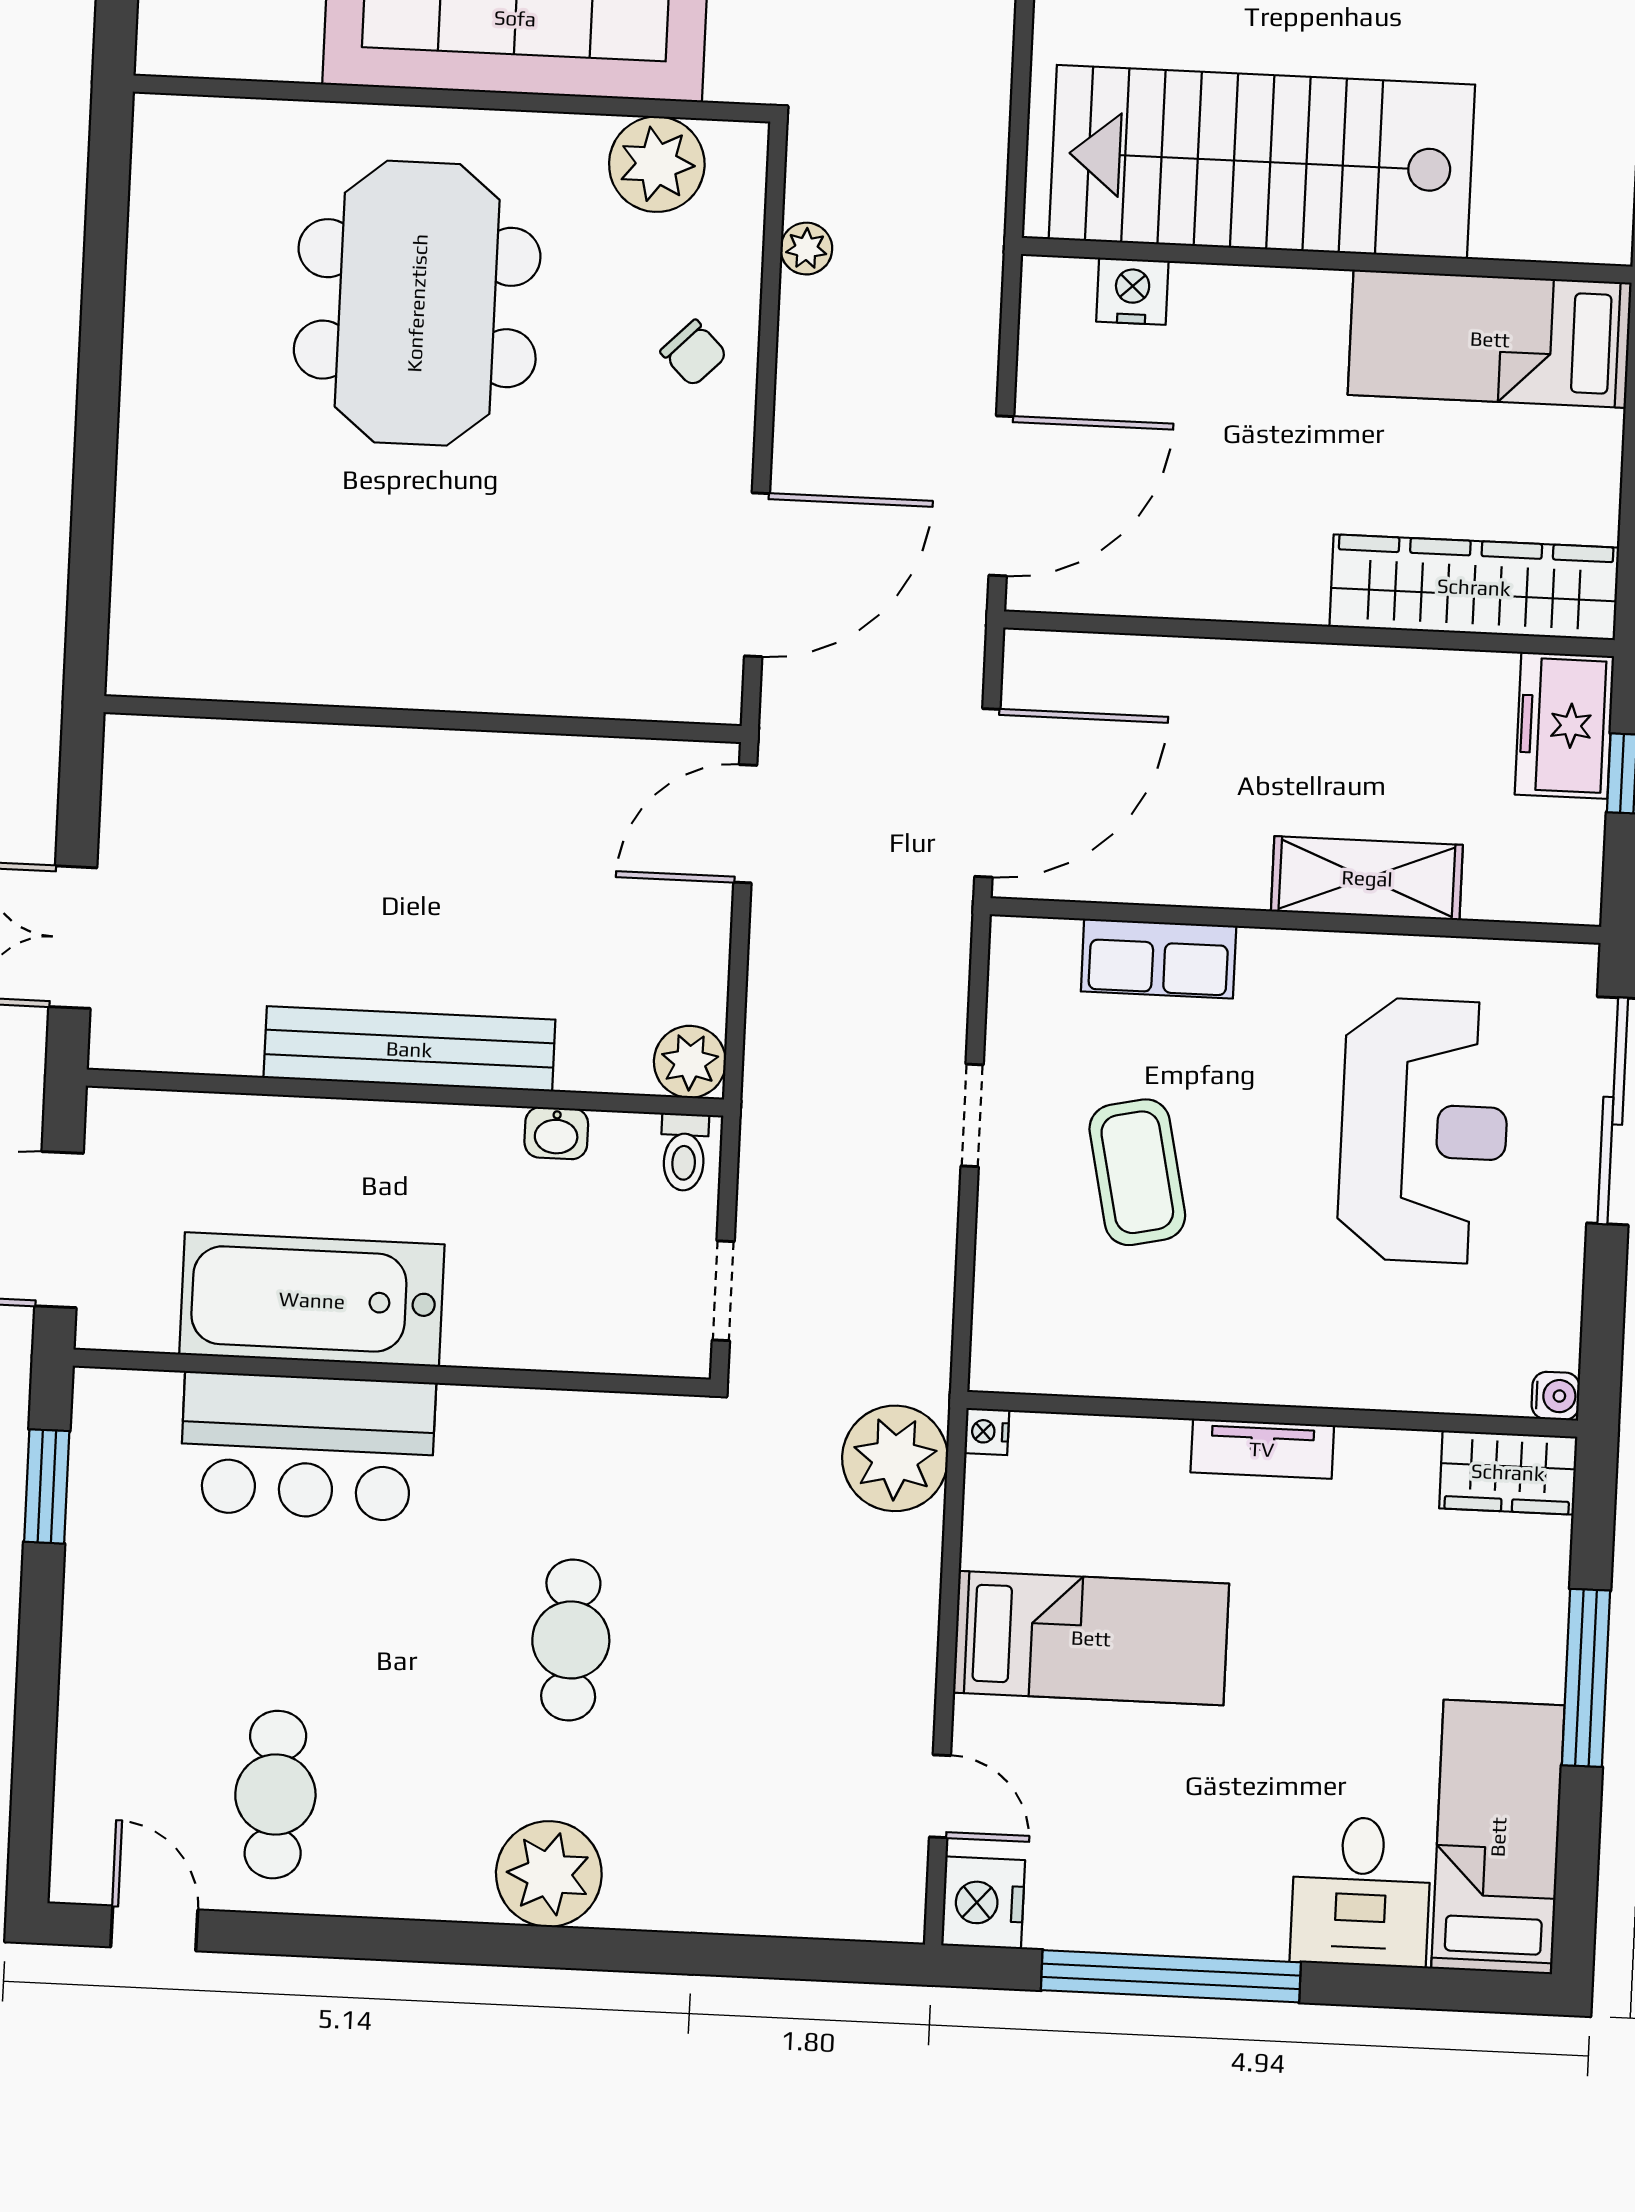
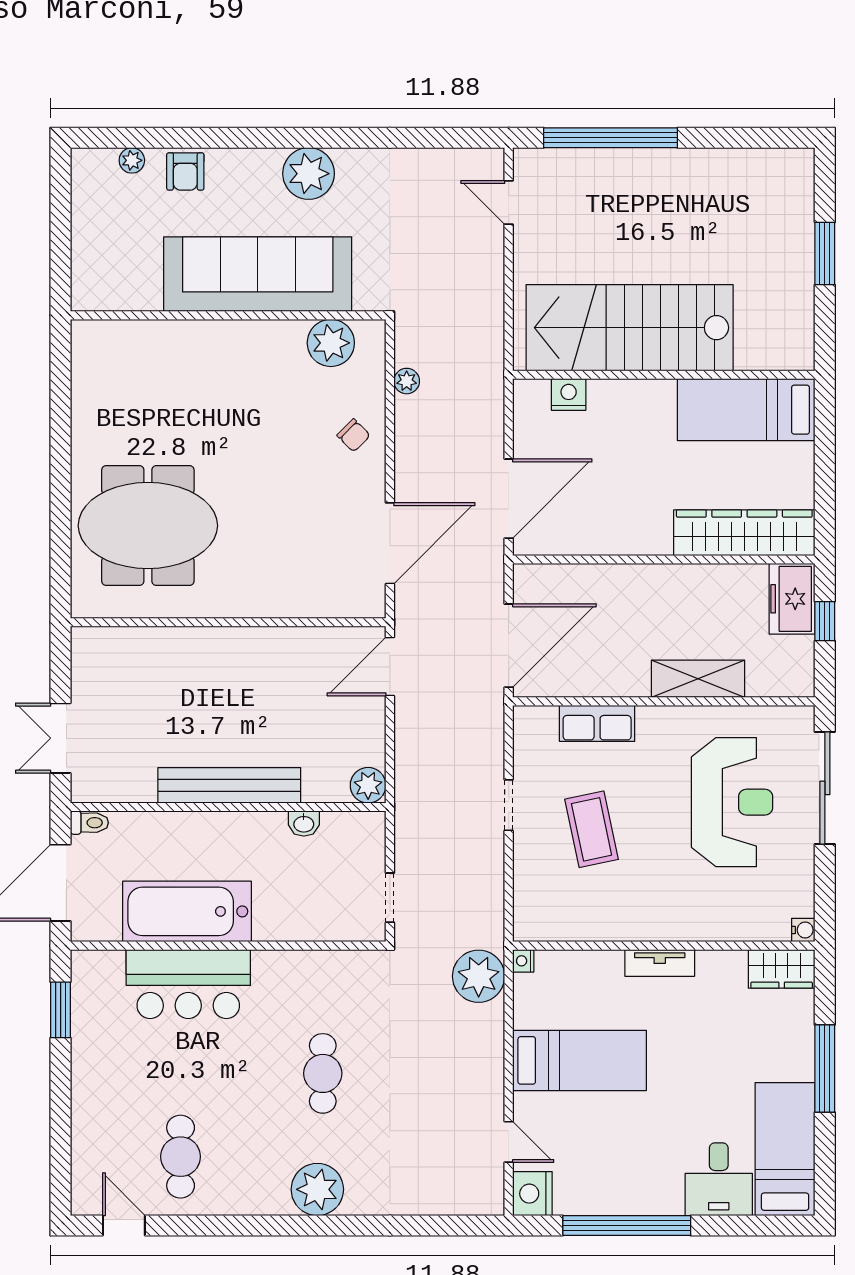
meeting table: (417, 303) -> (148, 526), moved, turned 90
toilet: (684, 1152) -> (89, 823), moved, turned -90

